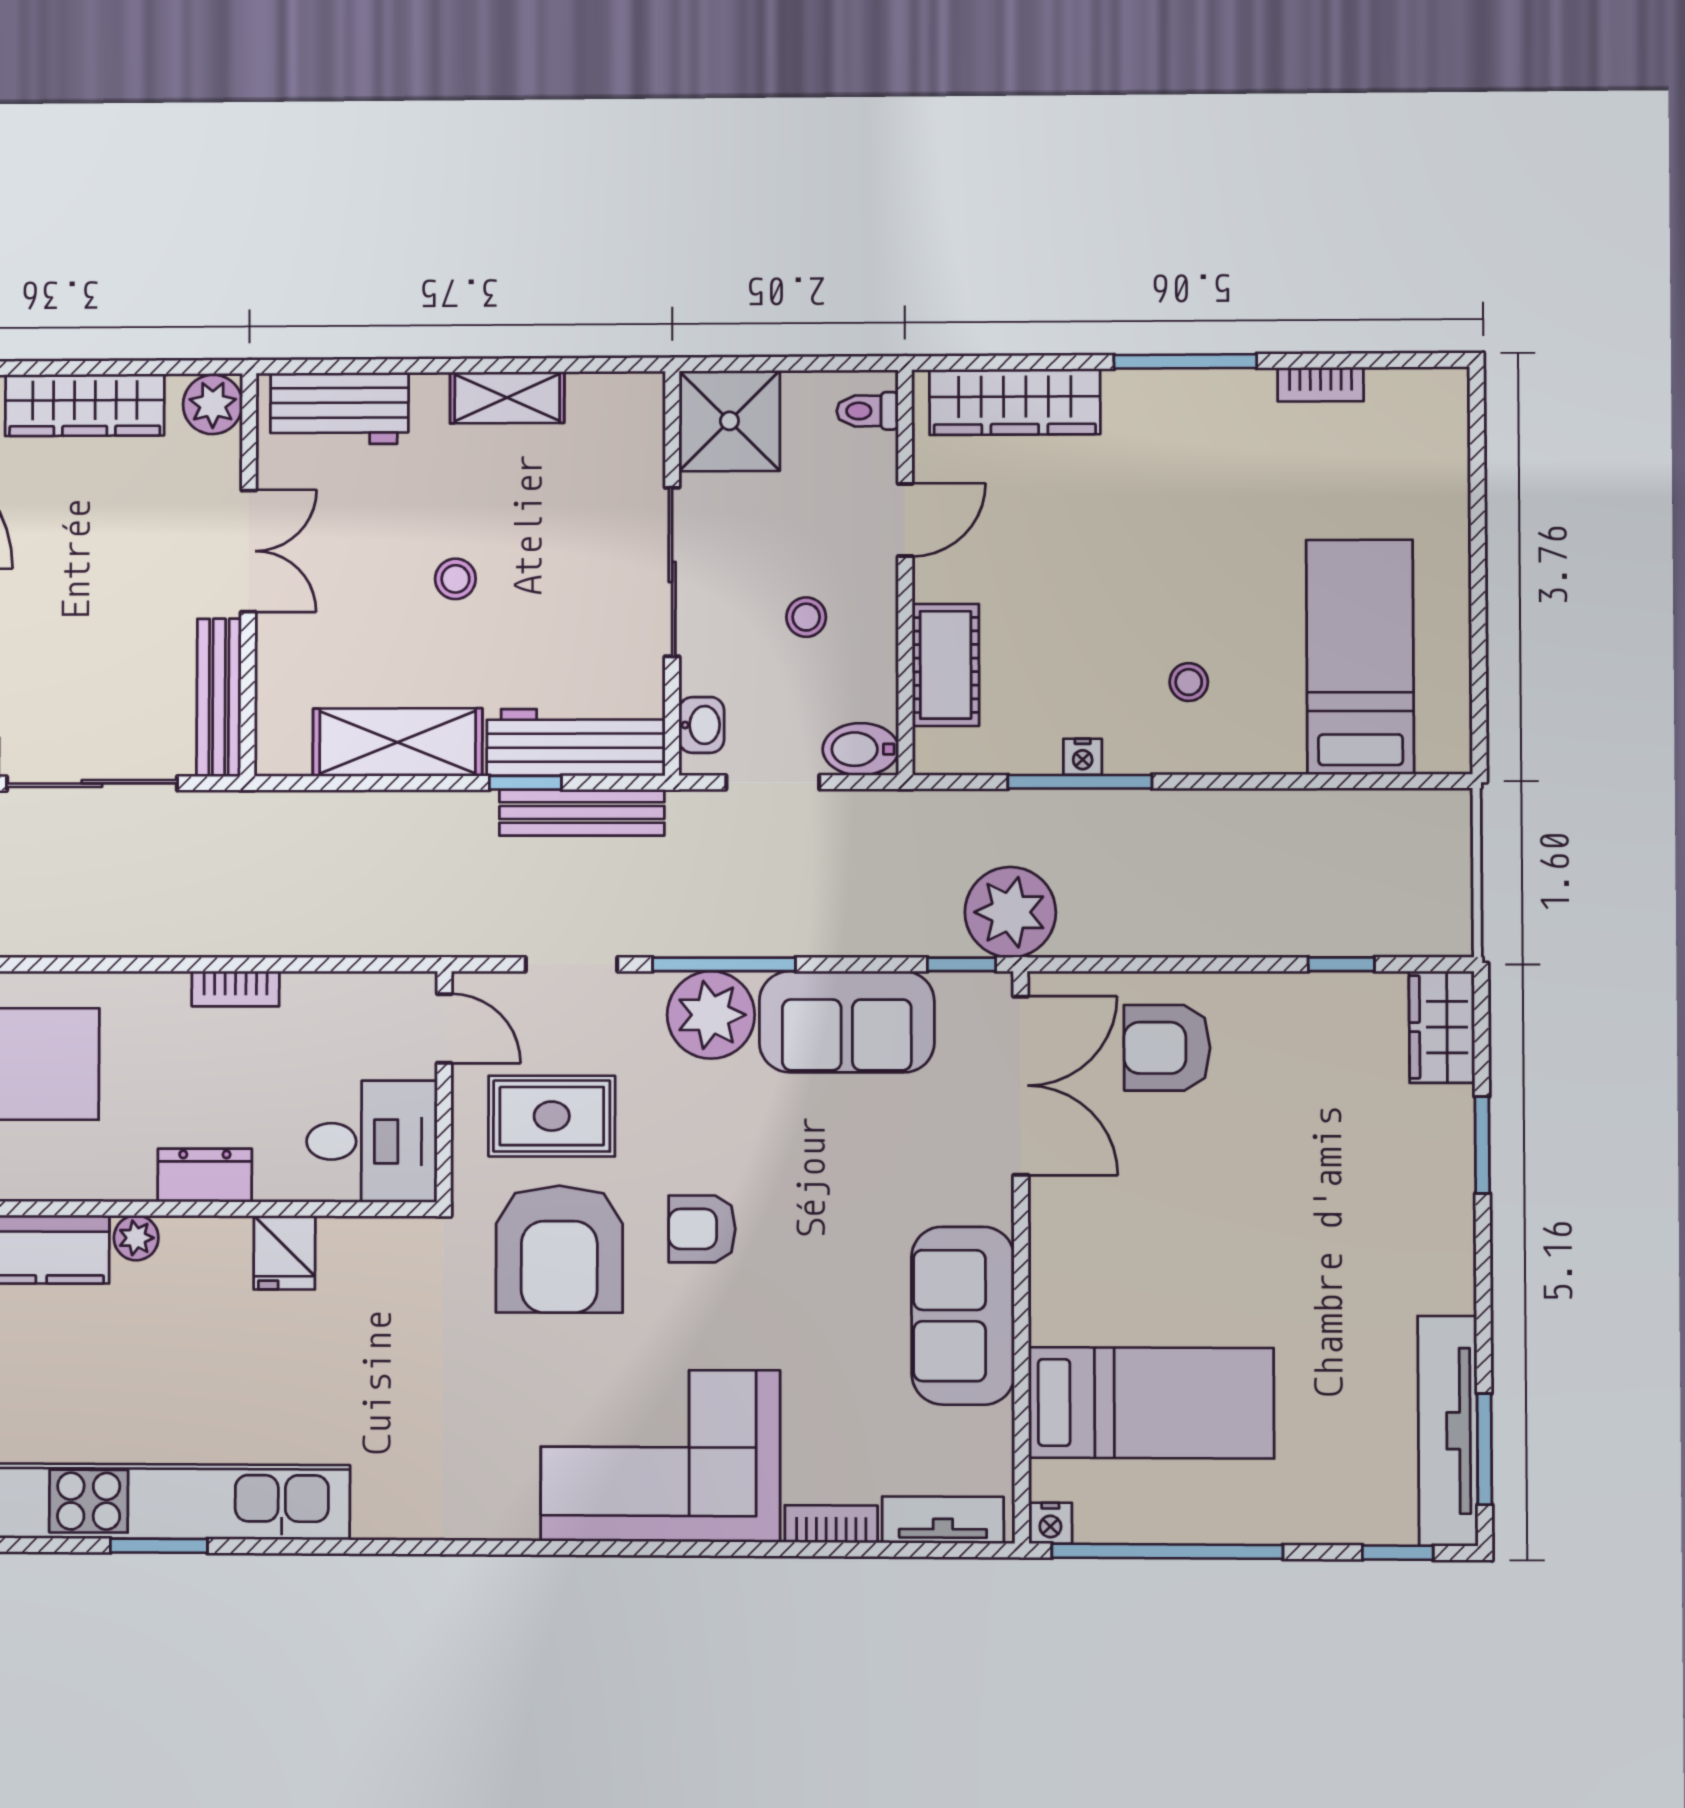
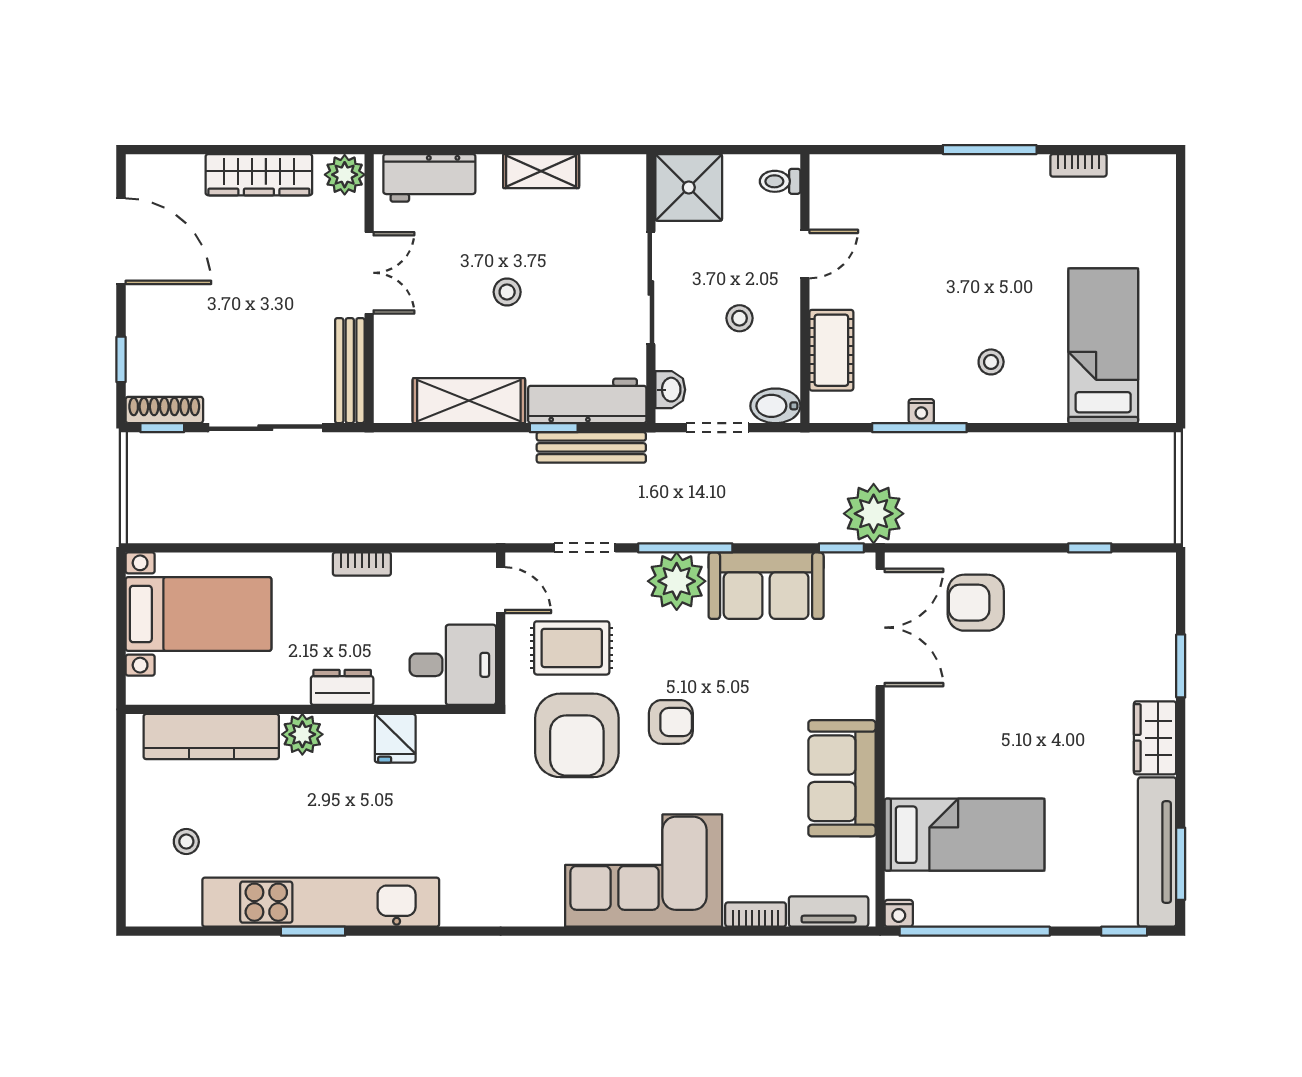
wardrobe: (1015, 402) -> (877, 176), removed
wardrobe: (1442, 1027) -> (1155, 738), moved
armchair: (702, 1229) -> (671, 722), turned 180
plant: (136, 1238) -> (302, 734), width x1.38, depth x1.38

